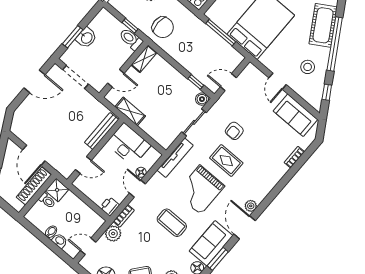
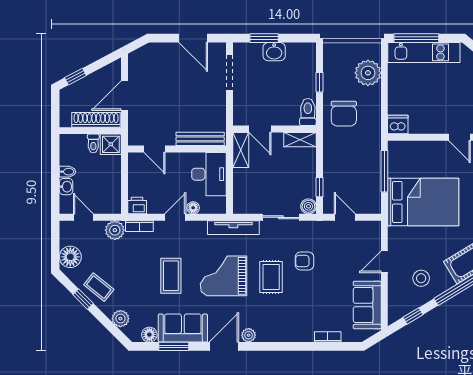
toilet: (131, 39) -> (308, 112), moved
shelving: (144, 59) -> (300, 140), moved
wall: (124, 69) -> (274, 129), moved
door: (116, 78) -> (260, 129), moved

